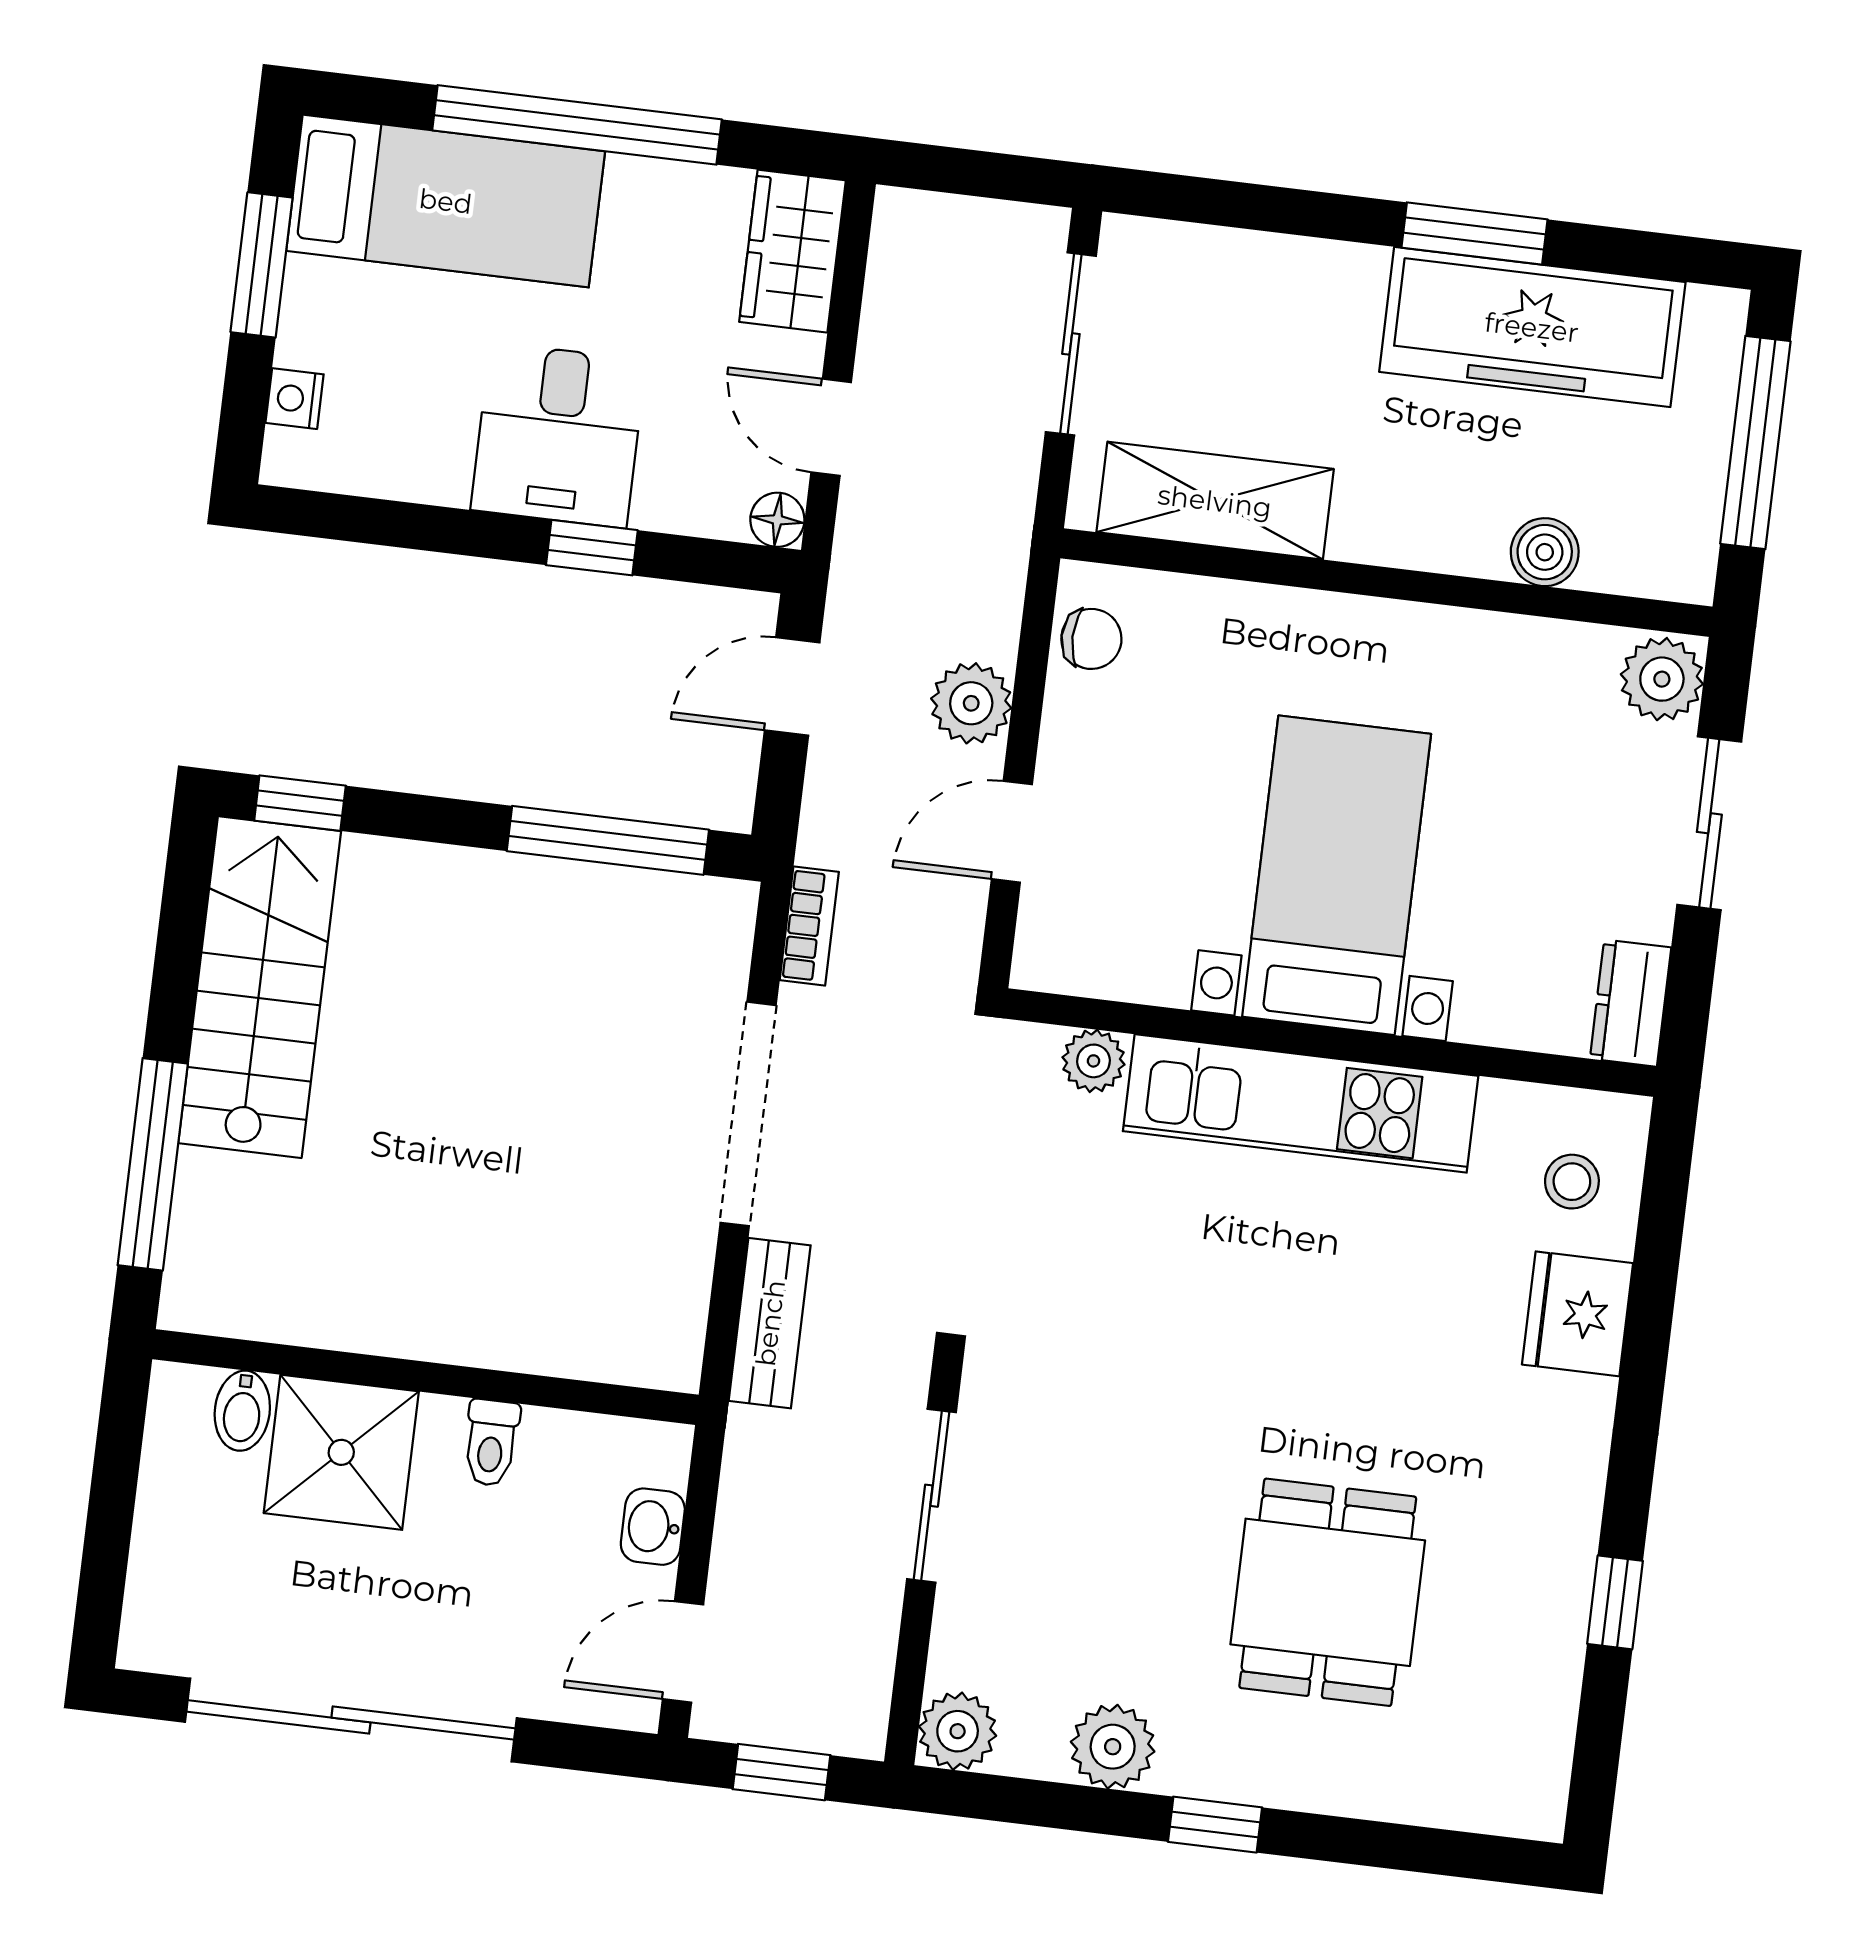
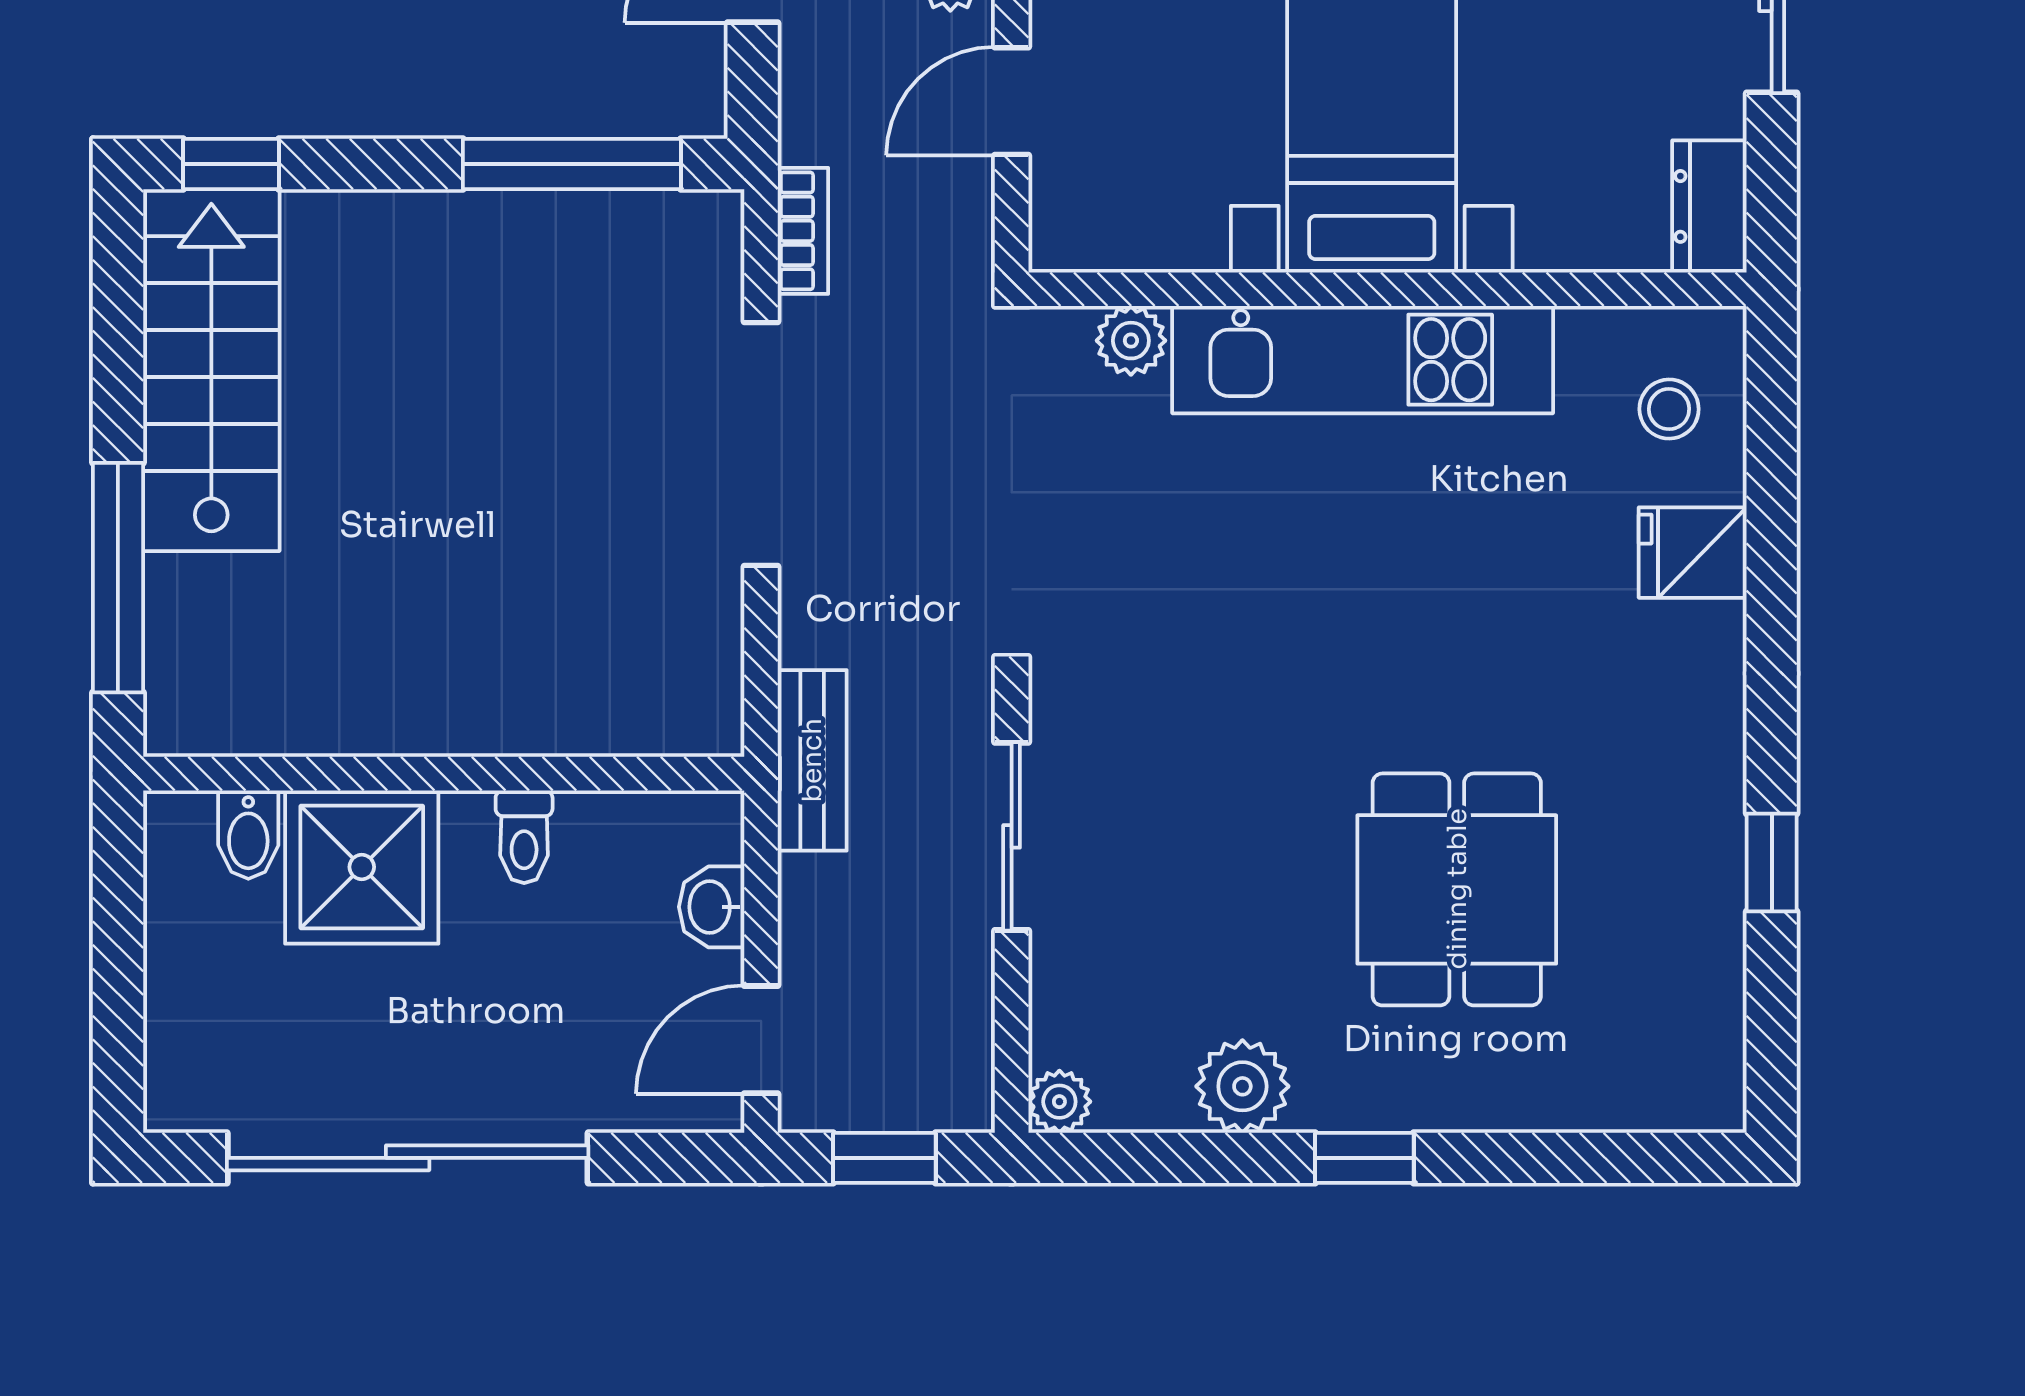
fridge: (1578, 1314) -> (1693, 553), width x0.72
bench: (770, 1323) -> (812, 760), moved
plant: (958, 1731) -> (1059, 1102), width x0.73, depth x0.73

